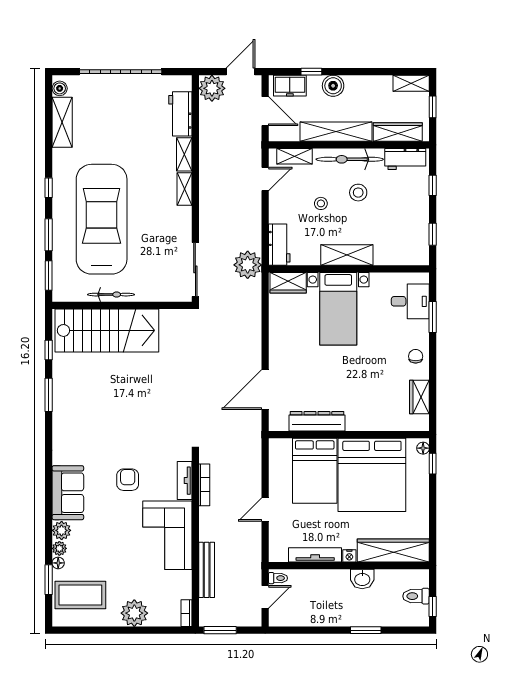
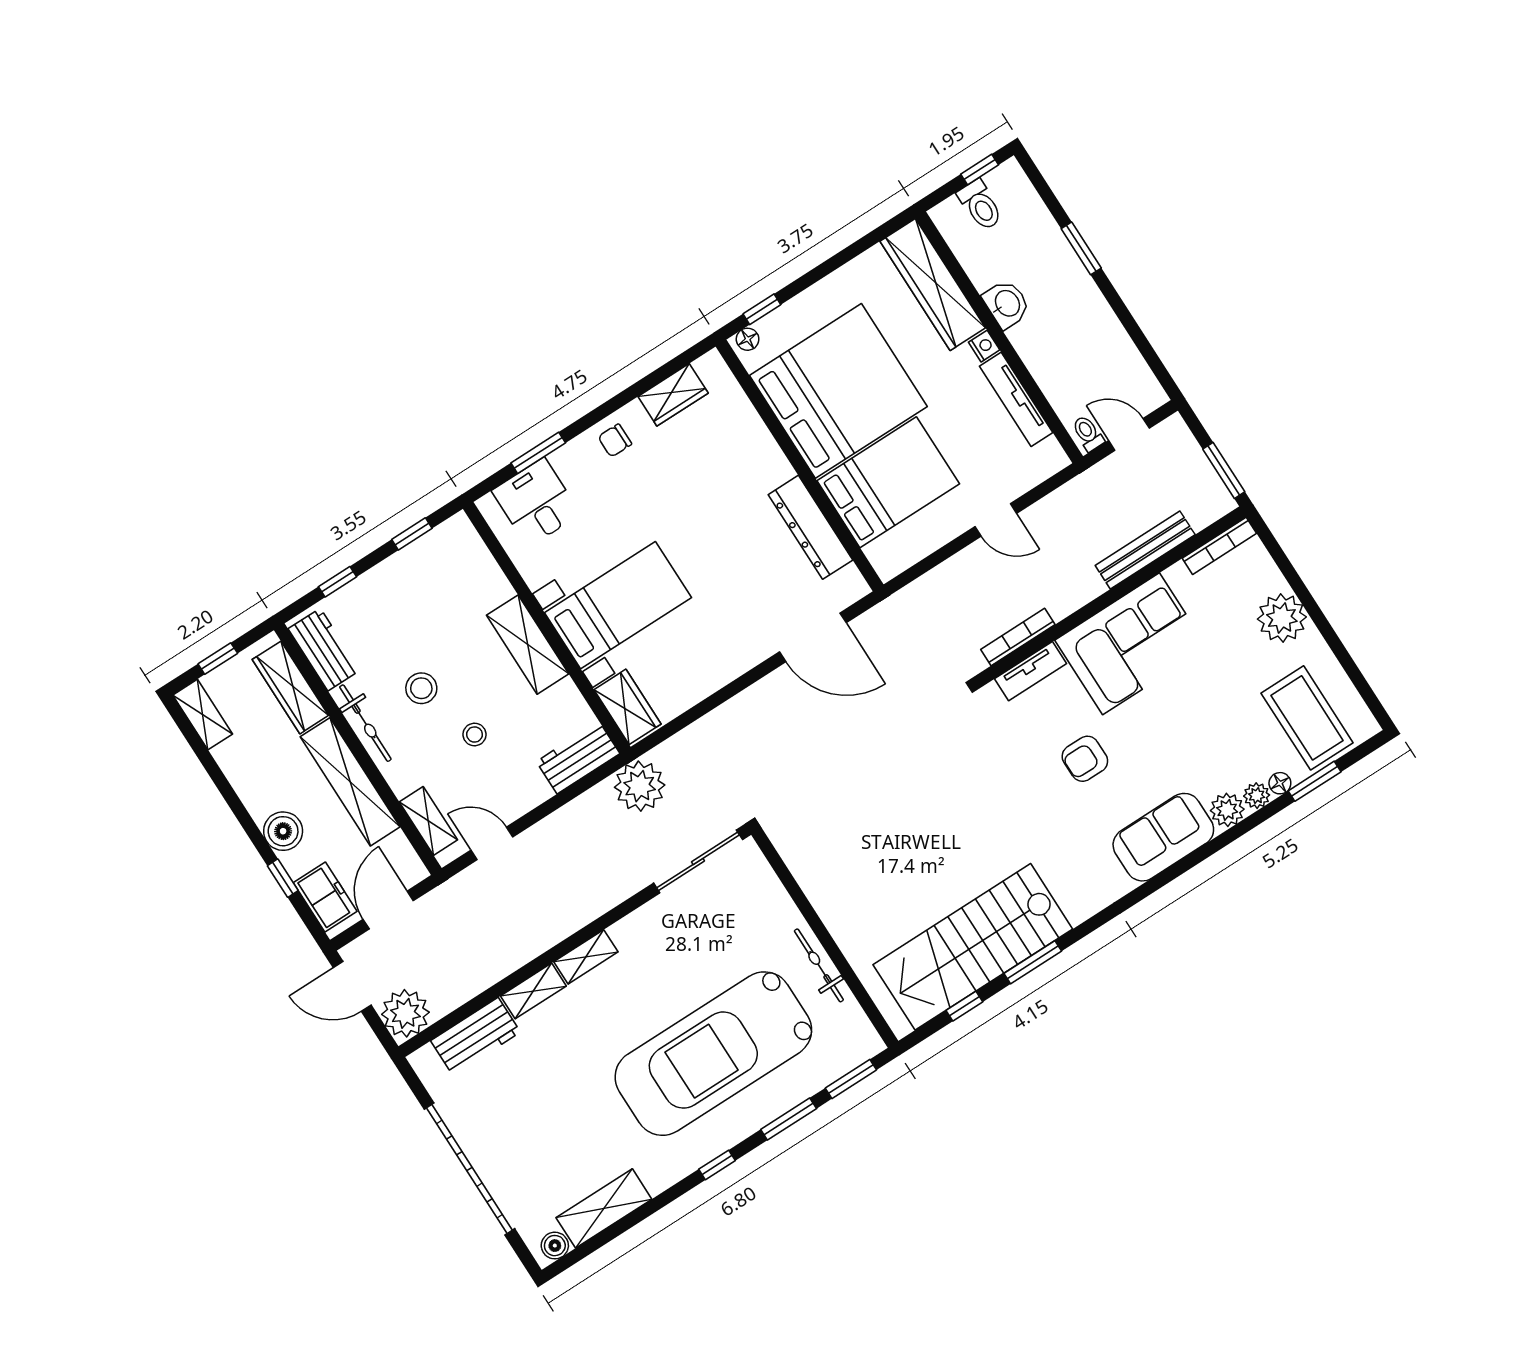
bicycle: (350, 159) -> (365, 723), width x0.73, depth x0.71
stairs: (107, 330) -> (973, 947), moved, turned -90
bookcase: (186, 613) -> (1219, 546), width x1.56

